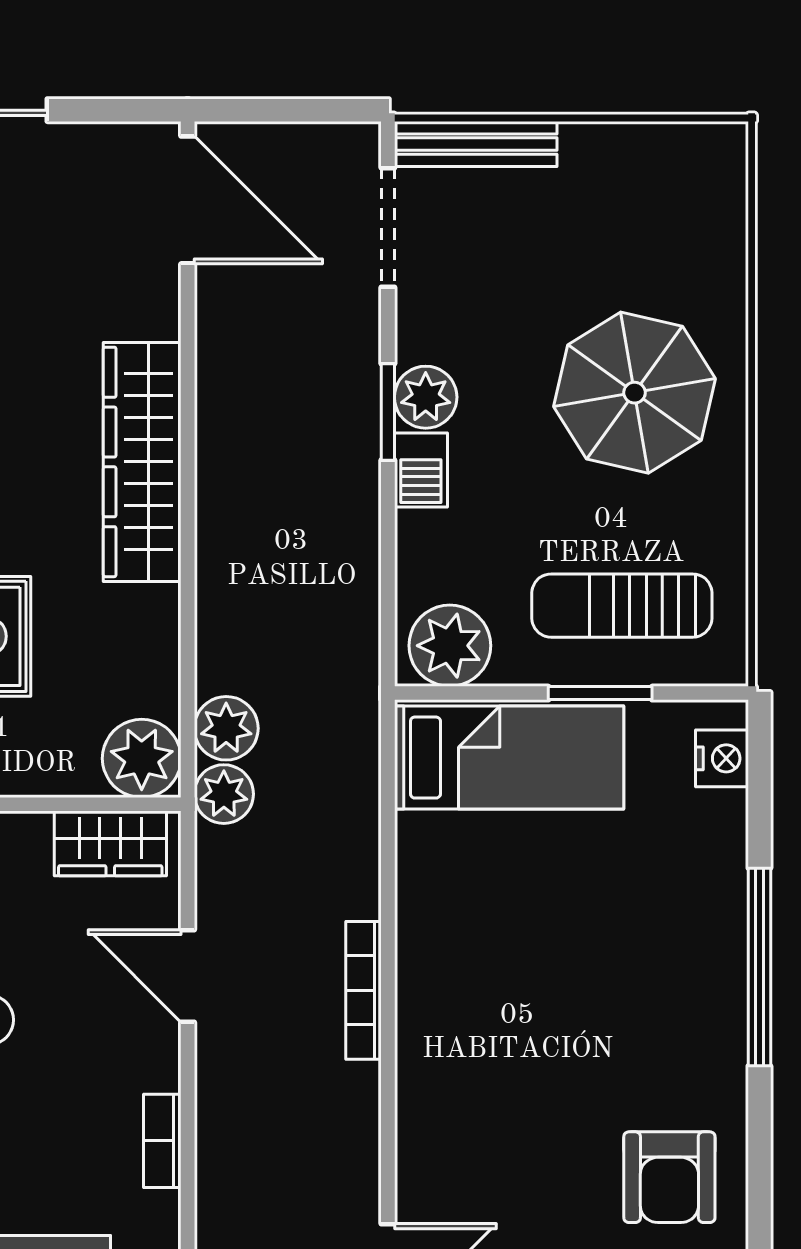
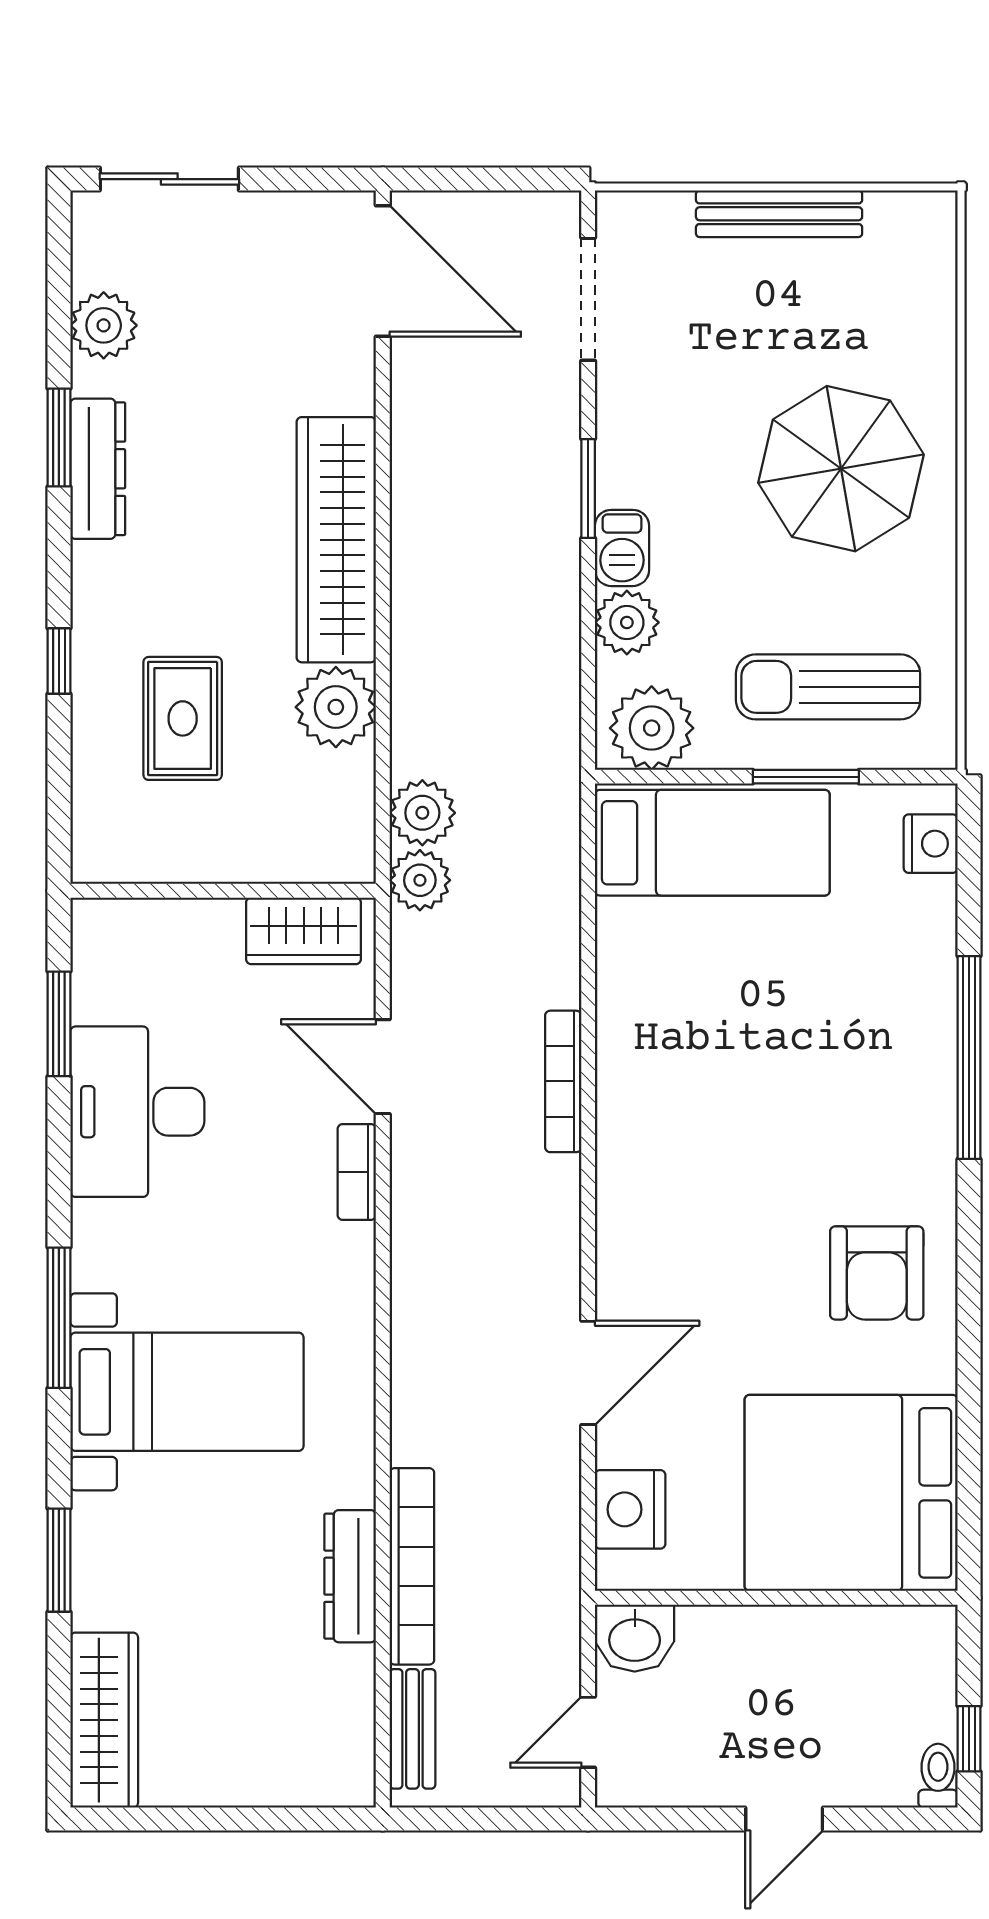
bench: (476, 144) -> (779, 214), moved
plant: (426, 397) -> (627, 622), moved
plant: (142, 758) -> (336, 707), moved
bookcase: (162, 1141) -> (357, 1172), moved

